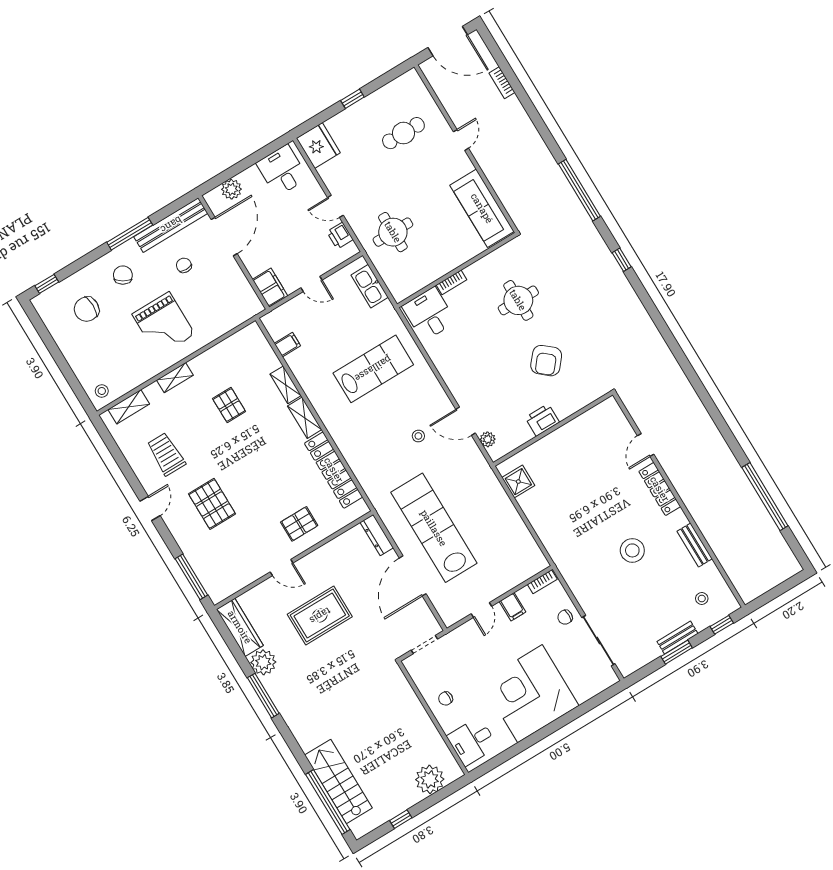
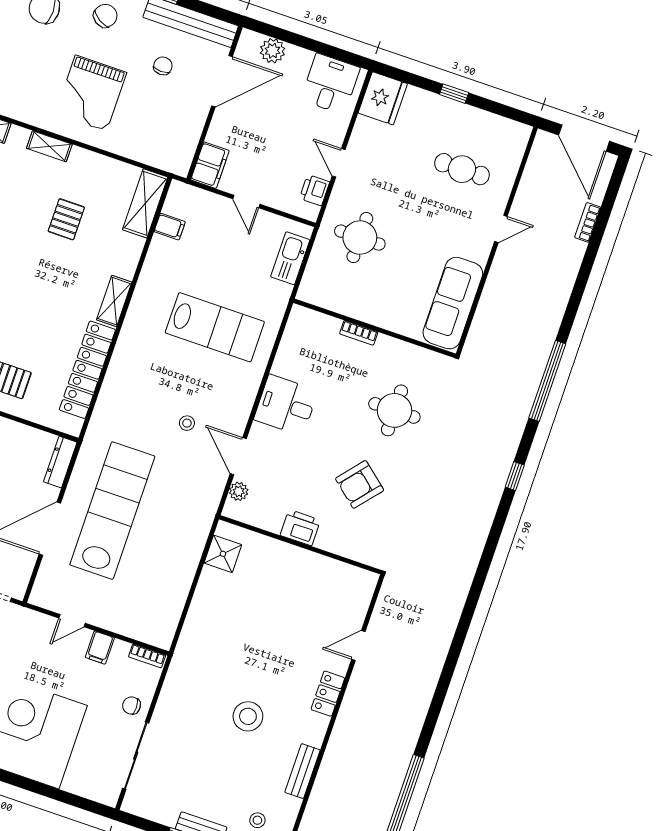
desk: (429, 314) -> (286, 405), moved, turned -90
shelving: (286, 385) -> (145, 203), moved, width x1.50, depth x1.33
locker: (660, 489) -> (328, 694), width x0.66

